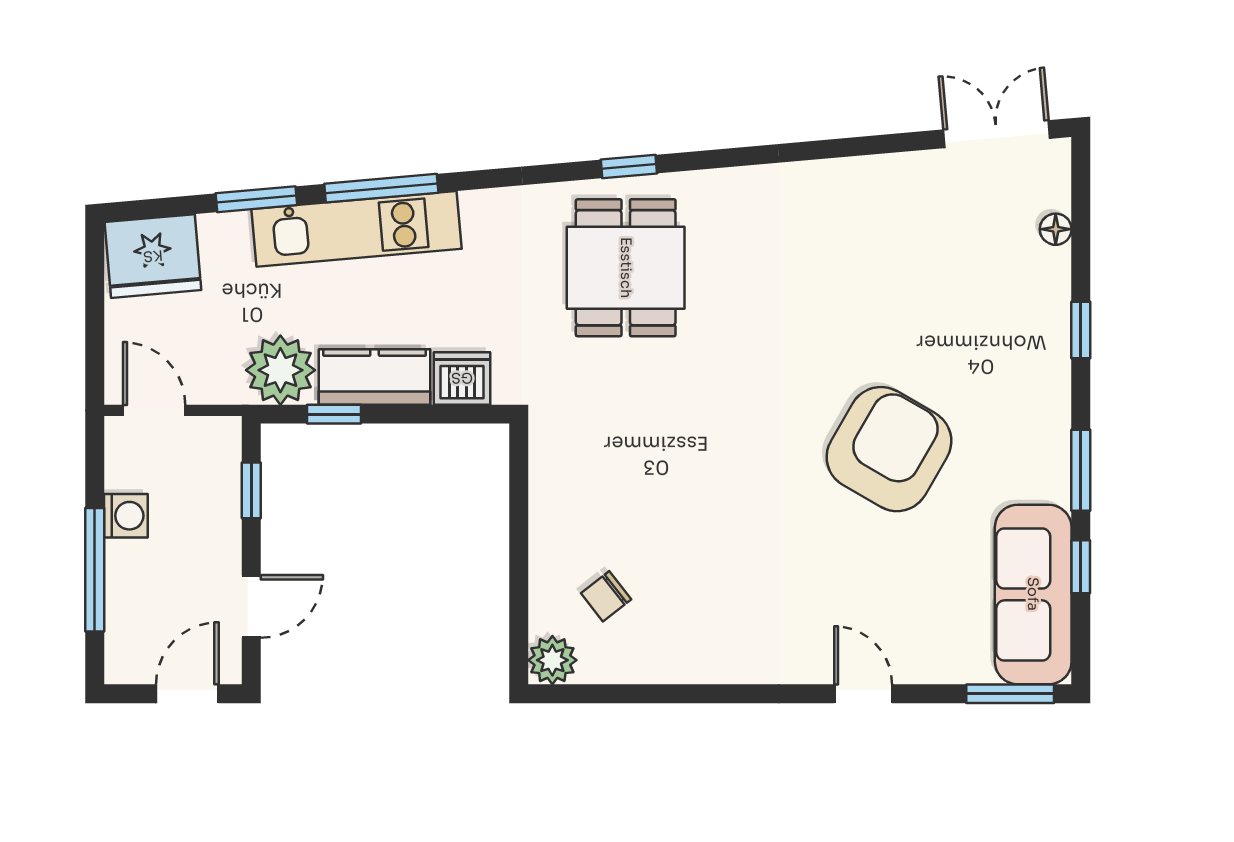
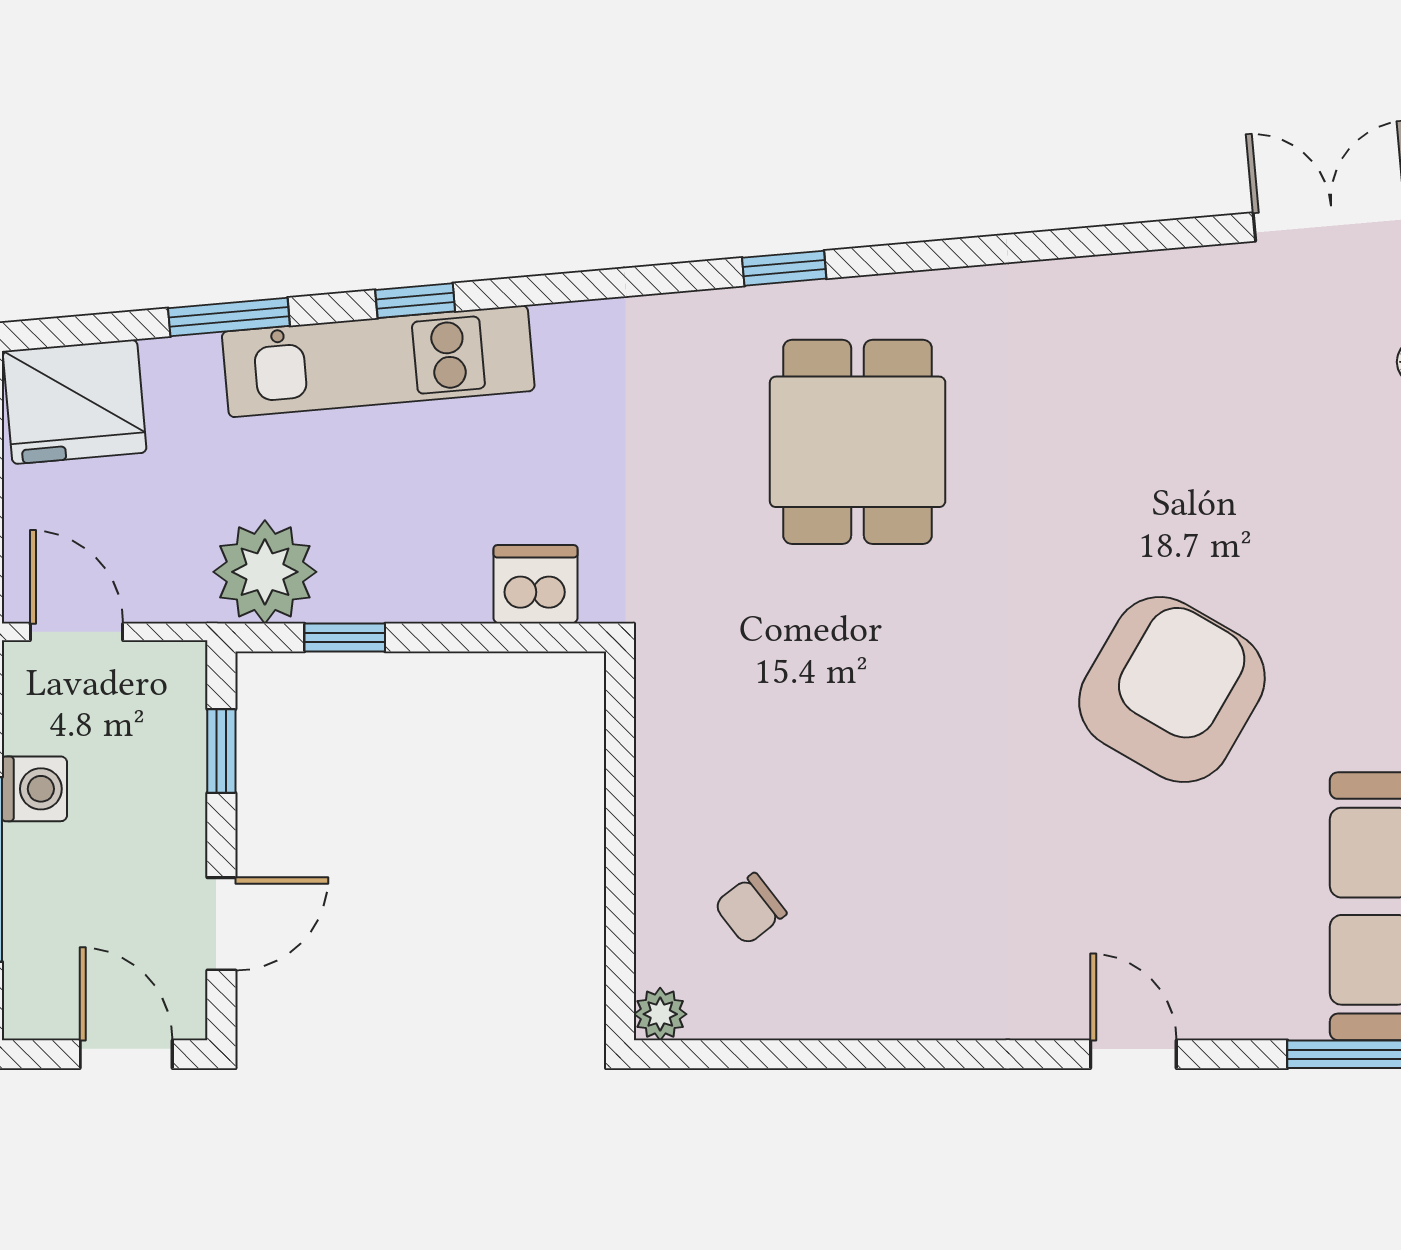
window: (381, 188) -> (415, 301), width x0.46
dining table: (626, 268) -> (858, 442), moved
kitchen counter: (375, 377) -> (405, 582), removed
plant: (552, 660) -> (660, 1014), width x0.73, depth x0.73
door: (187, 694) -> (126, 1054), hinge flipped

